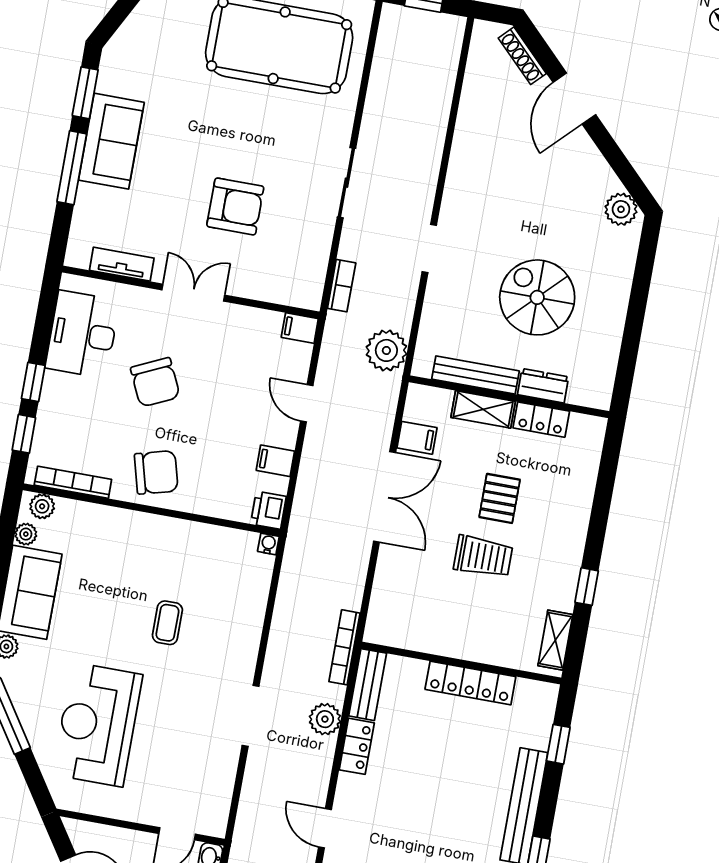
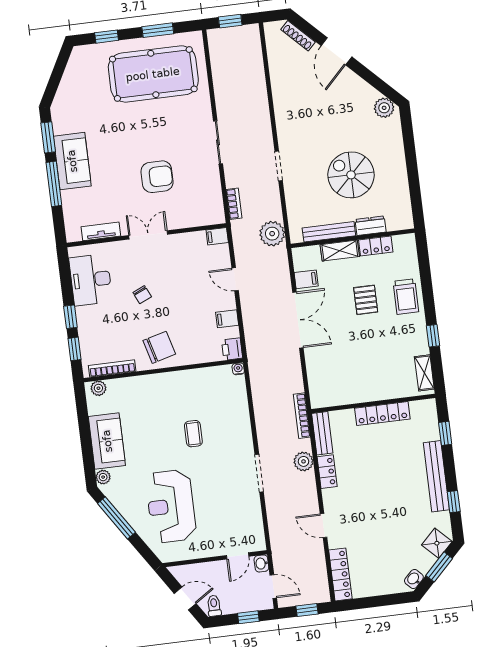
chair: (155, 382) -> (142, 295), width x0.54, depth x0.54
plant: (26, 534) -> (94, 407), removed
trolley: (483, 557) -> (406, 297), moved, turned 90

